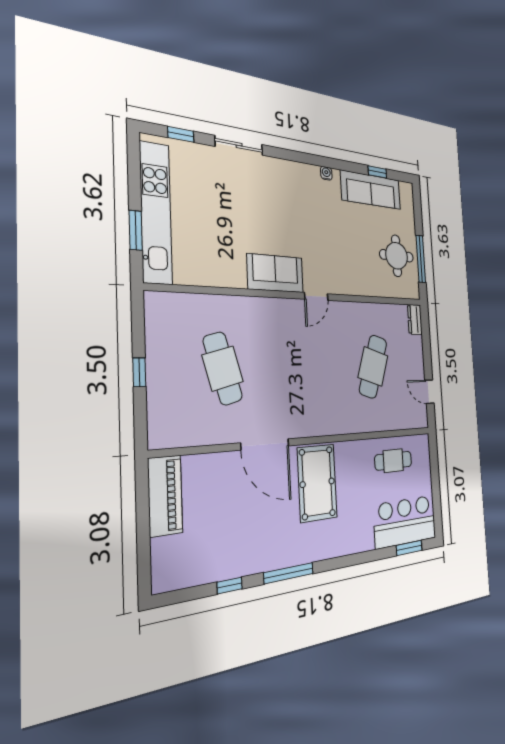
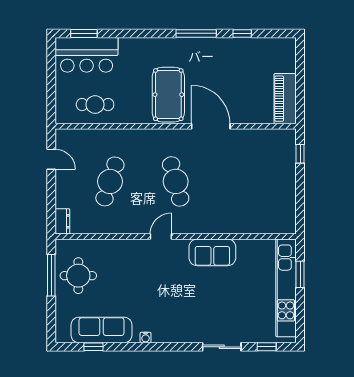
sofa: (275, 273) -> (212, 252), moved
cafe table: (223, 368) -> (176, 181), moved
window: (139, 372) -> (300, 154), moved

